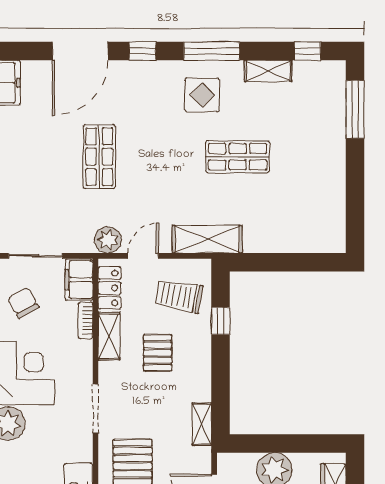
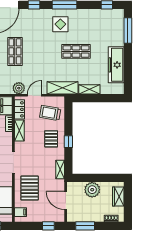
shelving: (268, 71) -> (89, 89), moved
freezer: (328, 187) -> (116, 65), added
window: (220, 321) -> (68, 142), moved
pallet: (158, 353) -> (51, 139), moved

